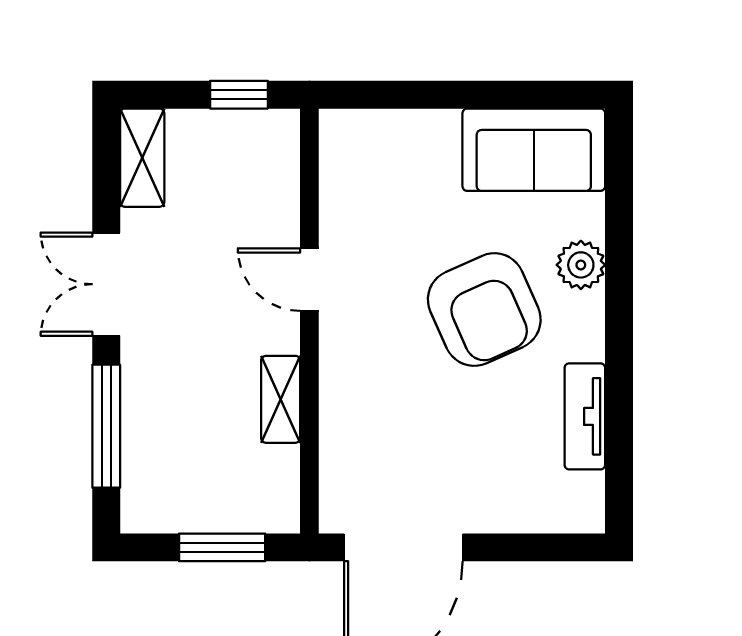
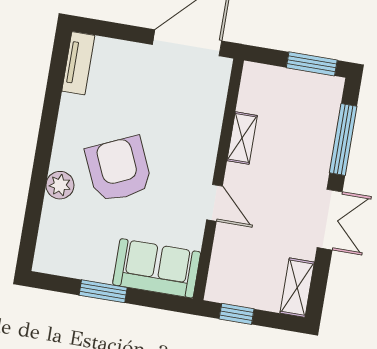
window: (476, 95) -> (103, 291), added
sofa: (534, 150) -> (157, 268), moved
tv unit: (585, 416) -> (78, 63), moved
window: (222, 547) -> (312, 64), moved

